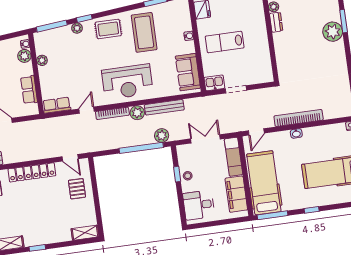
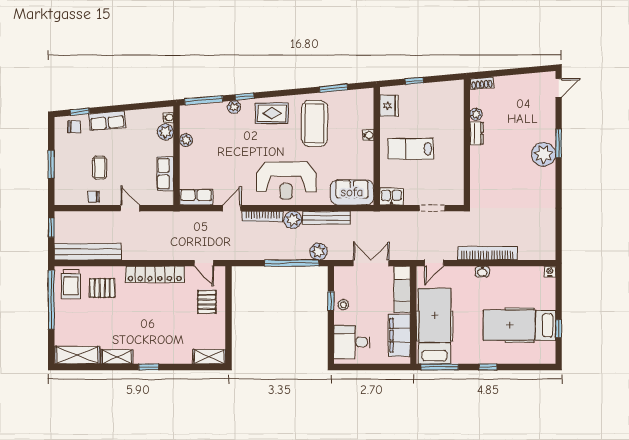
sofa: (188, 72) -> (352, 192), moved, turned 90
doorway: (236, 89) -> (432, 208), moved

